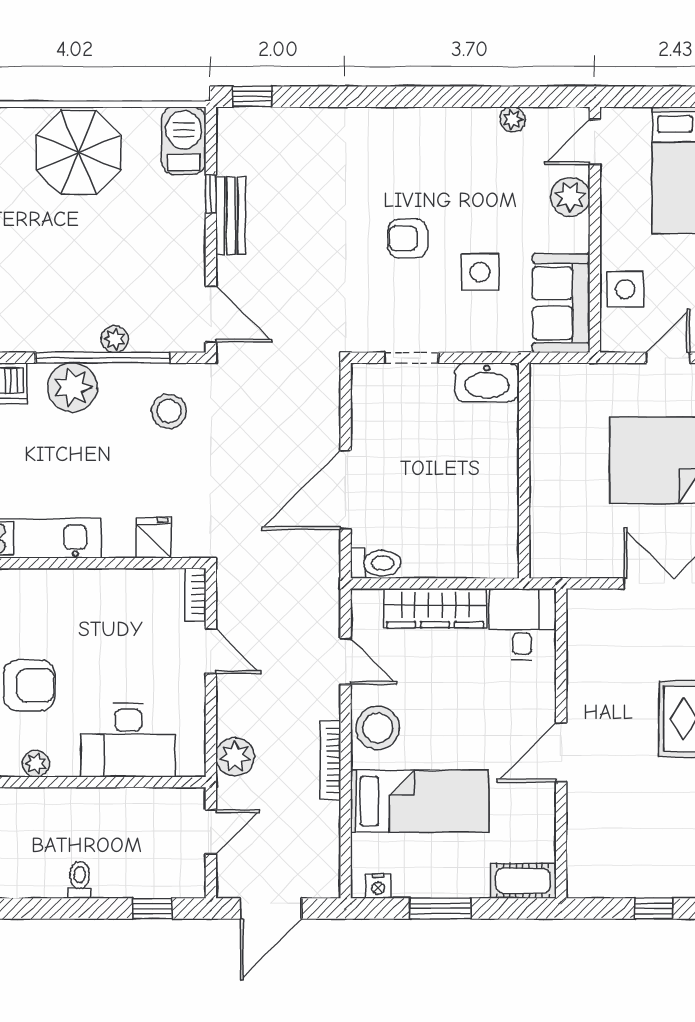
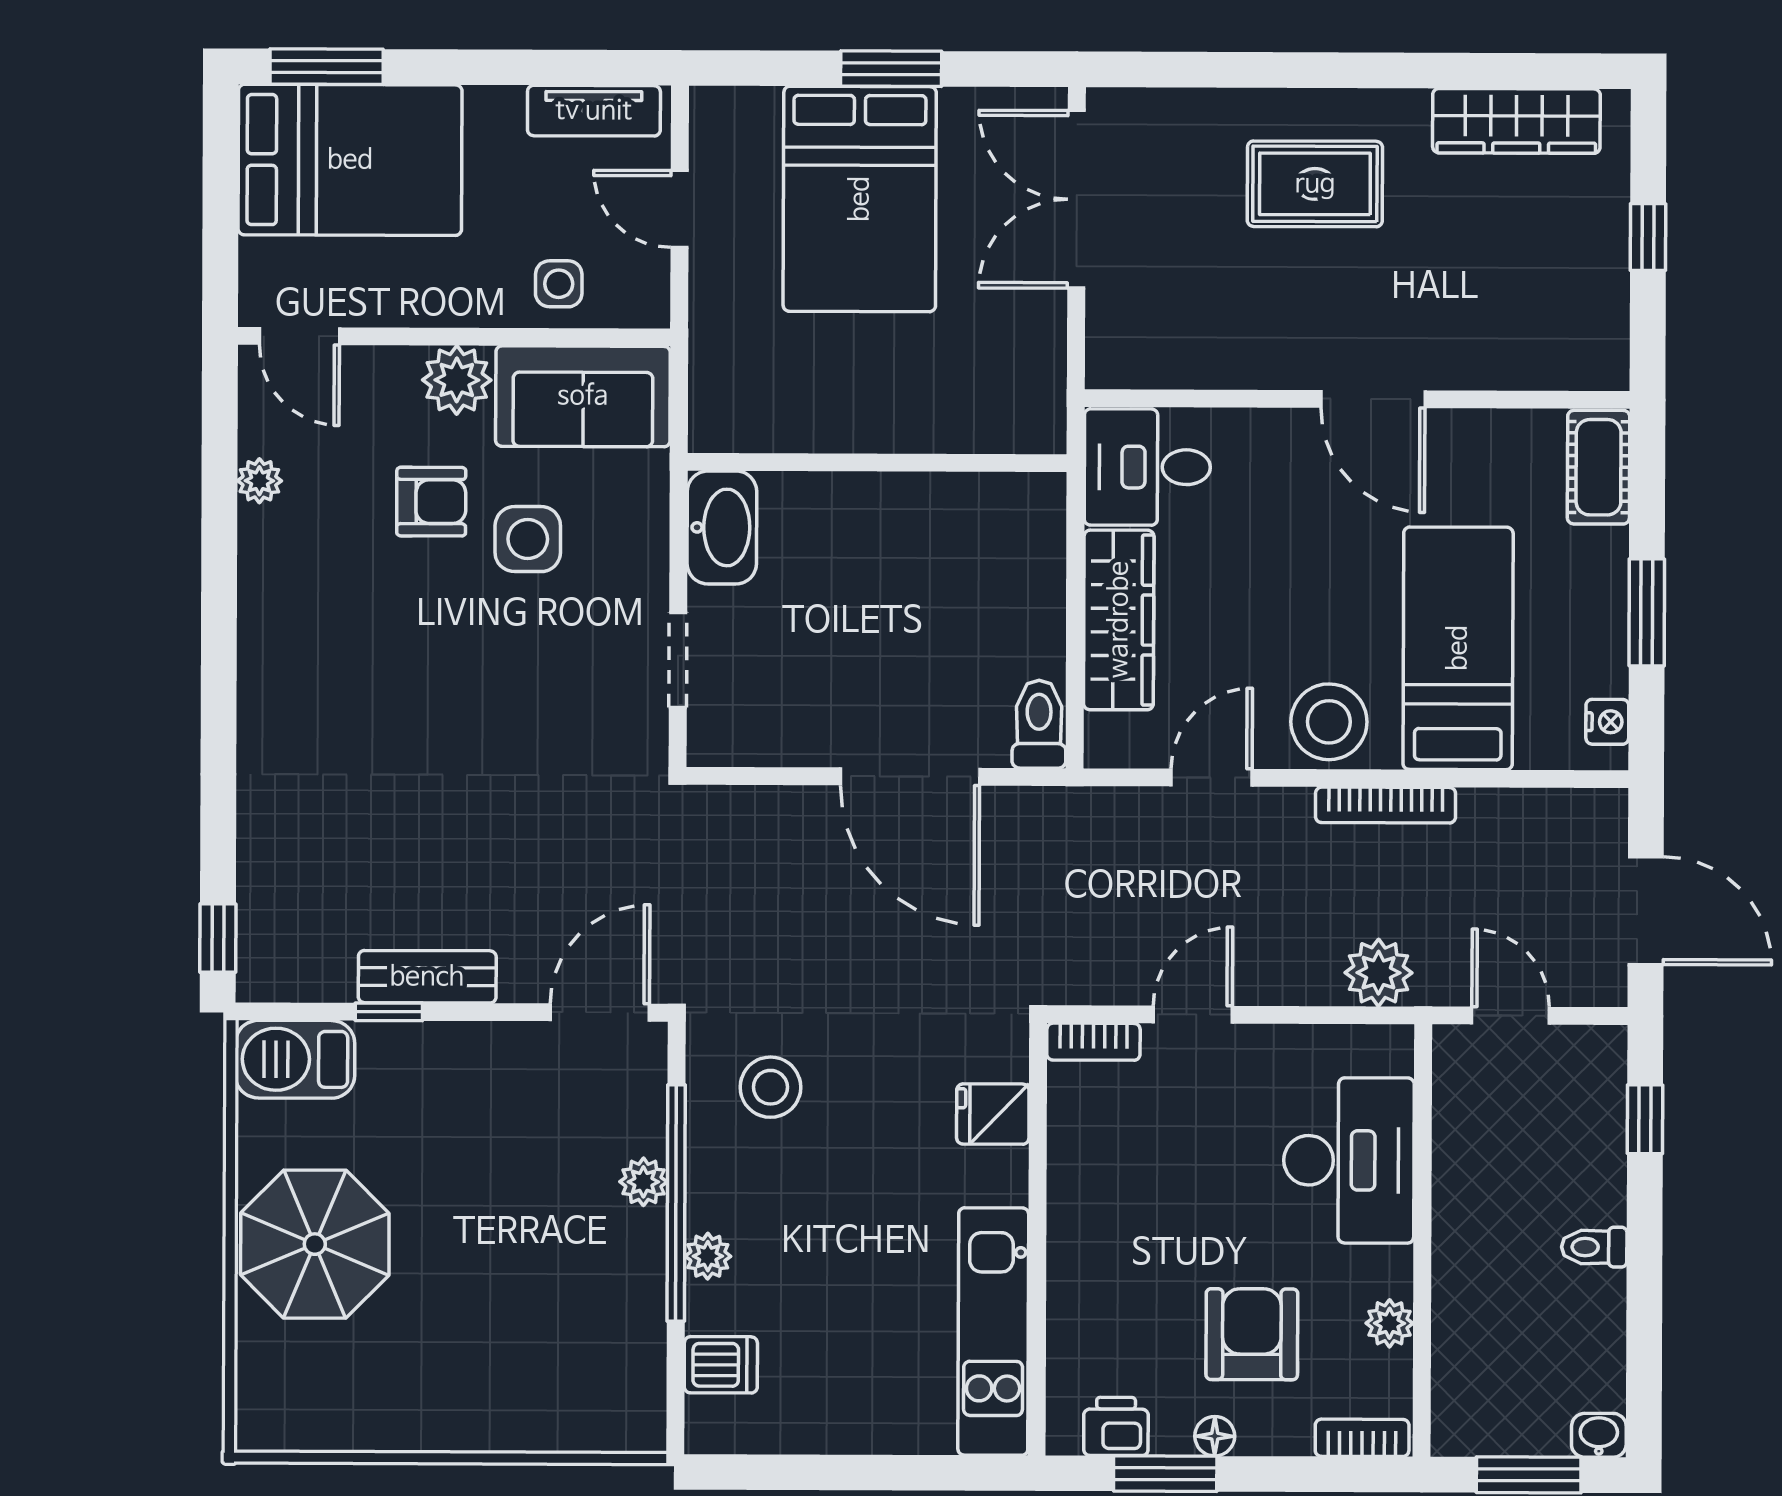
plant: (570, 197) -> (457, 380), moved
armchair: (408, 238) -> (431, 502), moved, turned -90
side table: (625, 289) -> (559, 284), width x0.73, depth x0.73
plant: (73, 387) -> (708, 1256), width x0.53, depth x0.53

